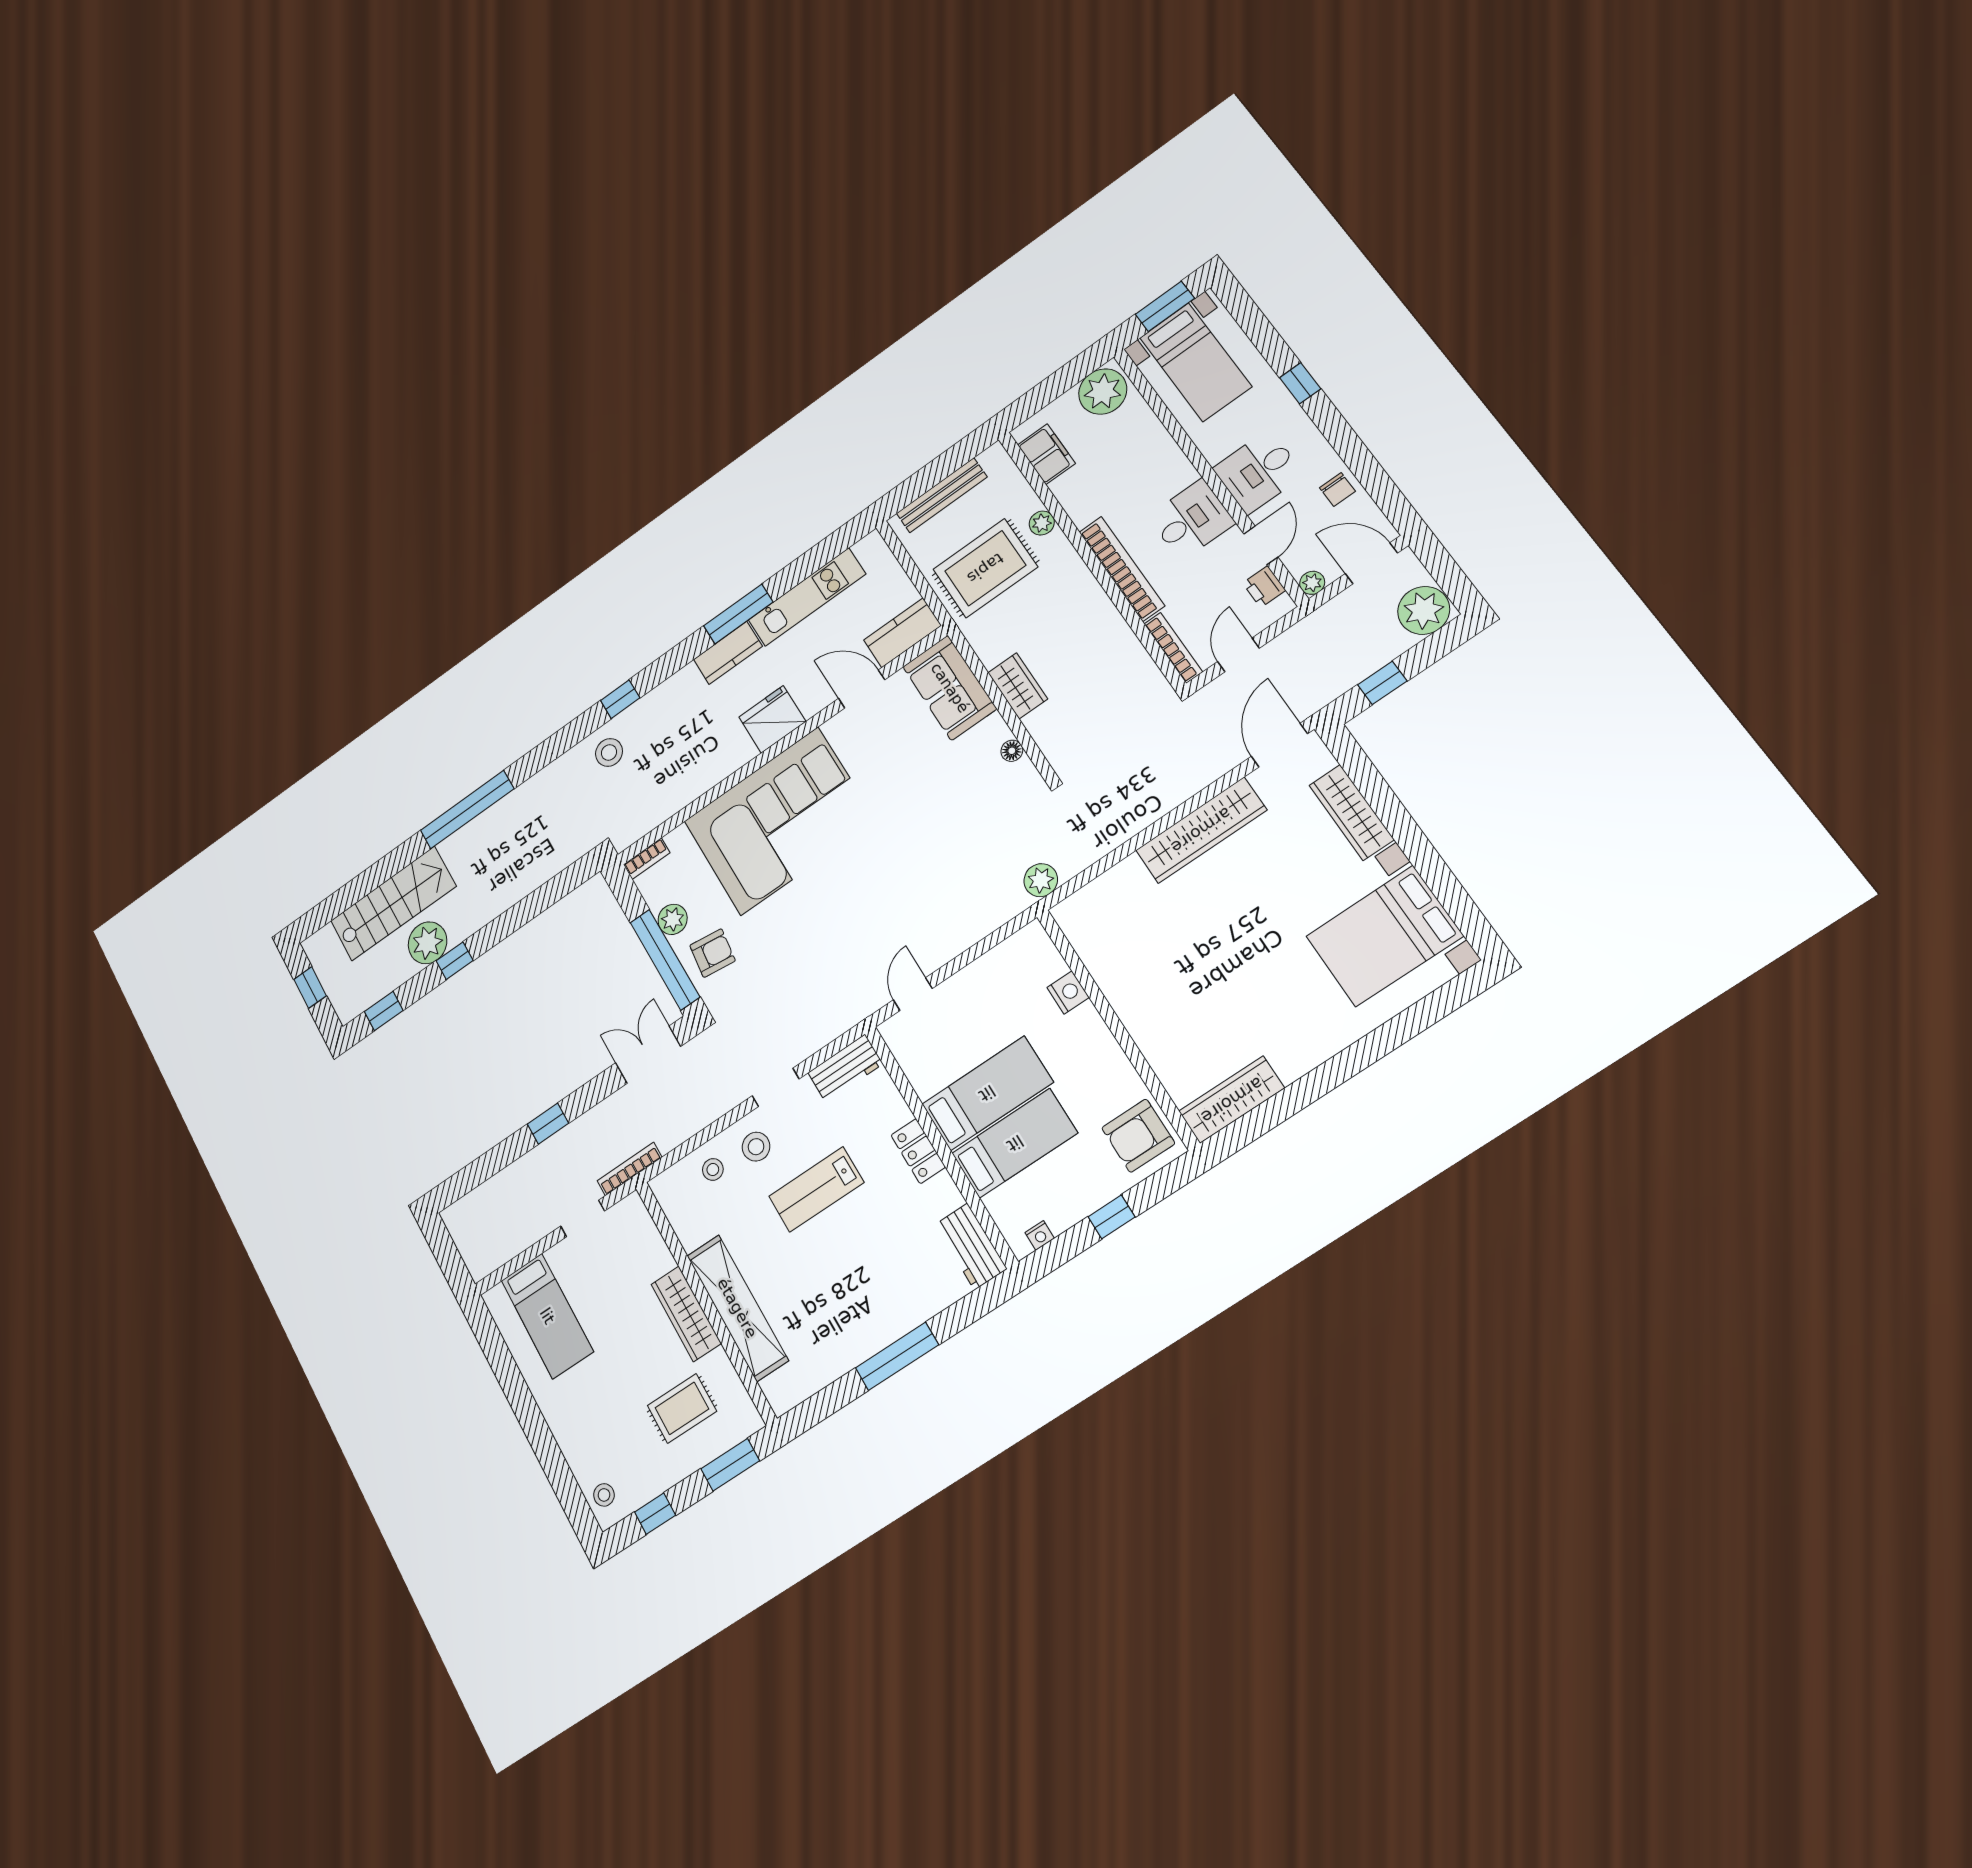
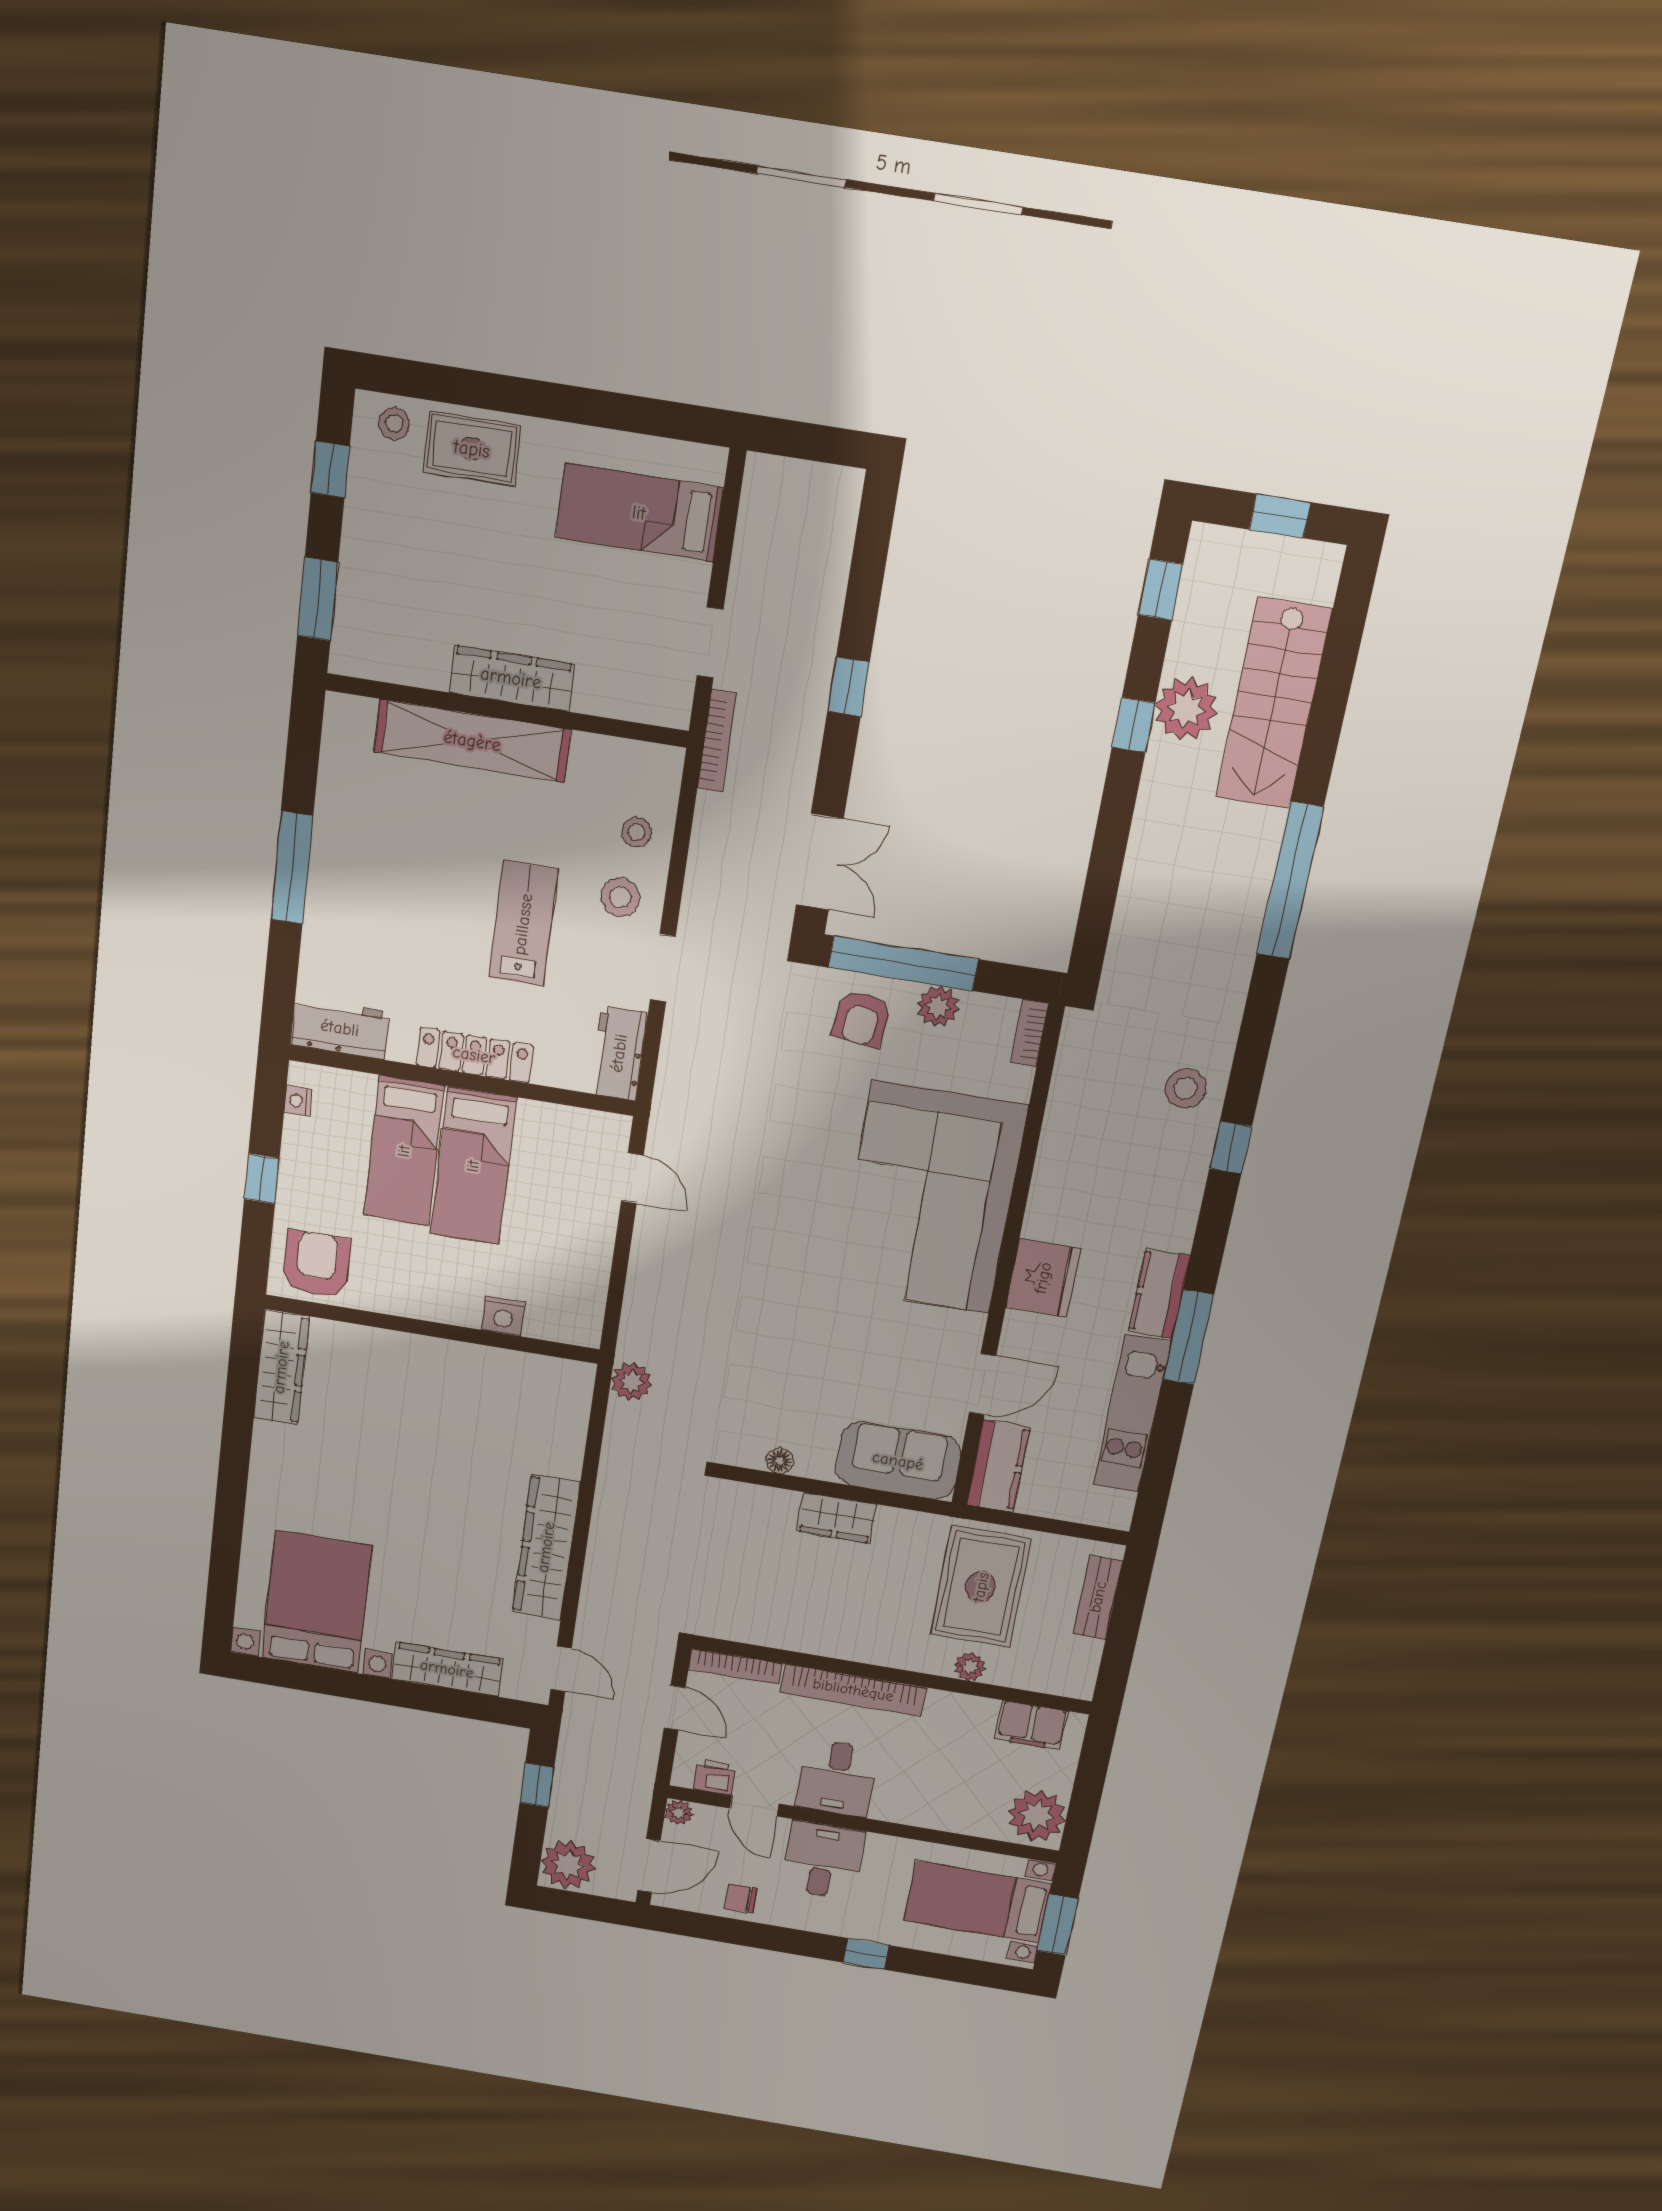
bench: (942, 495) -> (1098, 1597), width x0.73
door: (1279, 745) -> (561, 1669), width x0.73
locker: (918, 1151) -> (474, 1055), width x1.53
rug: (682, 1408) -> (472, 449), moved, turned 90

